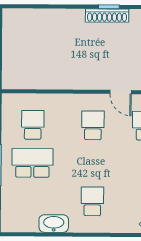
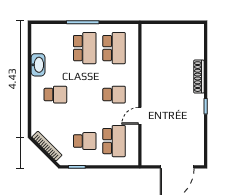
shoe rack: (107, 16) -> (199, 77), moved
school desk: (33, 125) -> (114, 48), width x1.85

